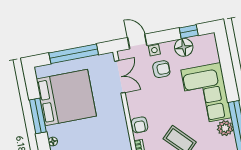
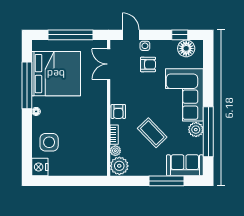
floor lamp: (184, 47) -> (186, 48), moved
double door: (120, 77) -> (109, 64), swing flipped
window: (38, 116) -> (27, 85), width x1.46

